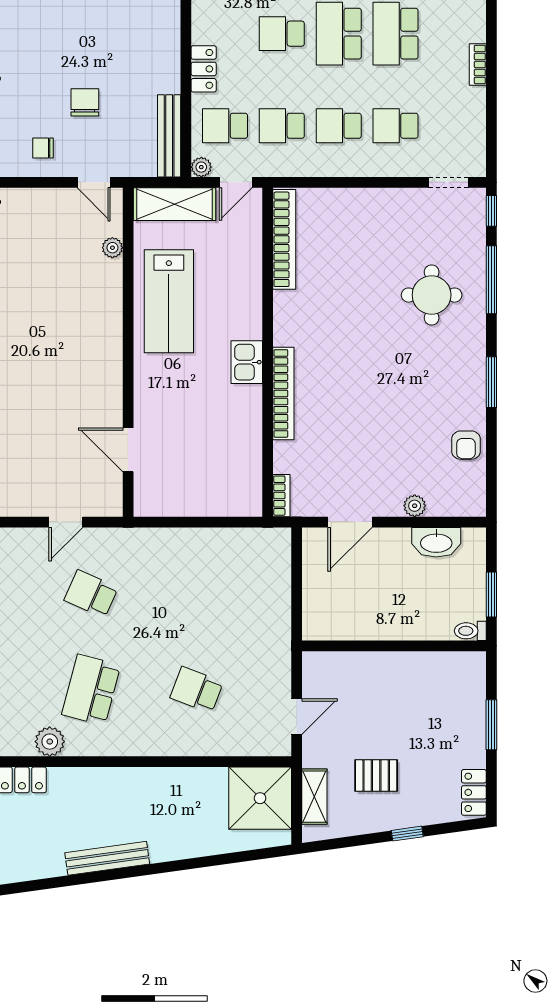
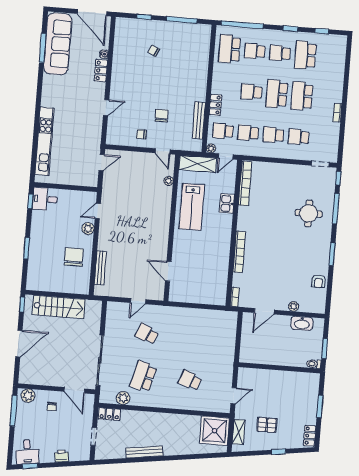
bench: (169, 136) -> (199, 120), moved
kitchen sink: (247, 362) -> (227, 204), moved

